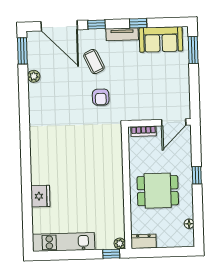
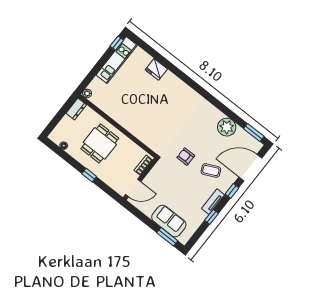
sofa: (161, 39) -> (169, 221), moved, turned 90
plant: (34, 76) -> (227, 127), width x1.88, depth x1.88
door: (174, 122) -> (133, 188), swing flipped
window: (111, 254) -> (117, 43), moved

